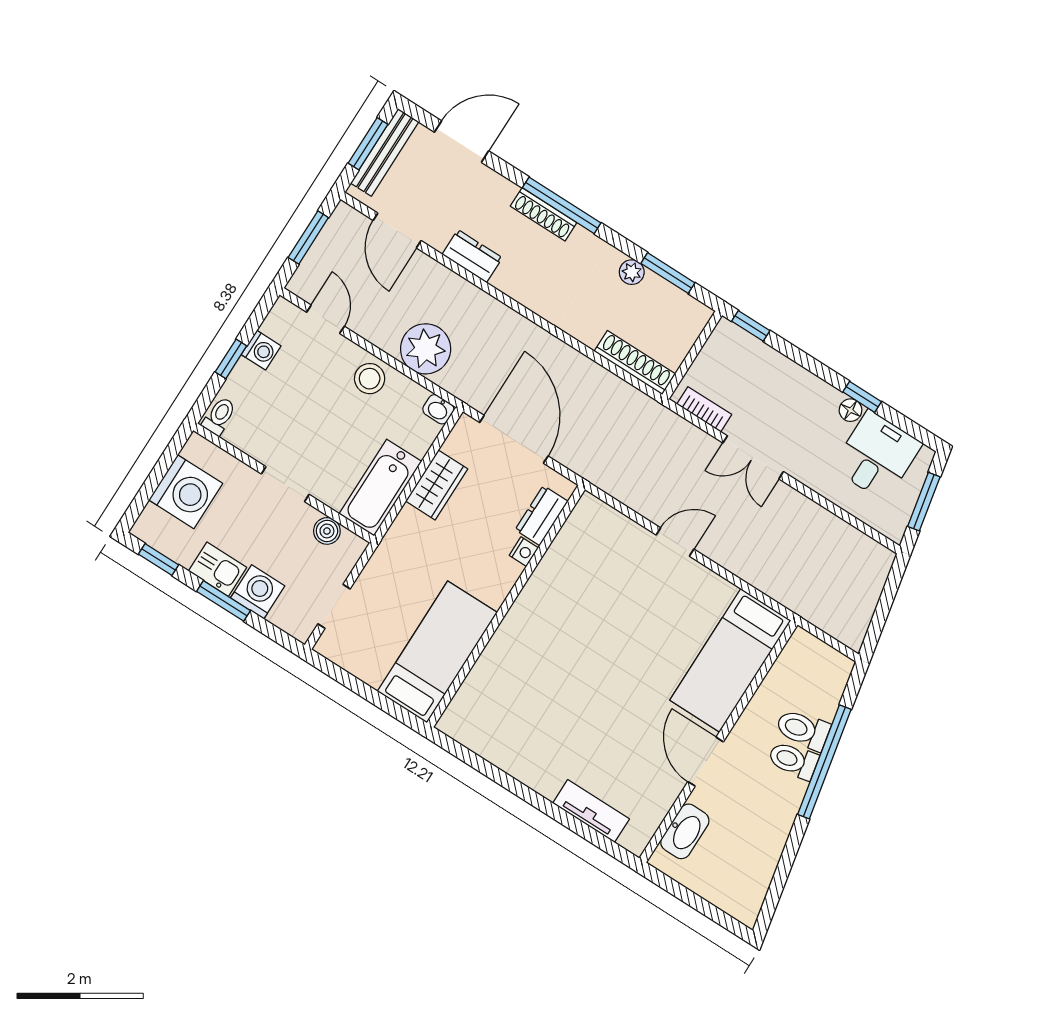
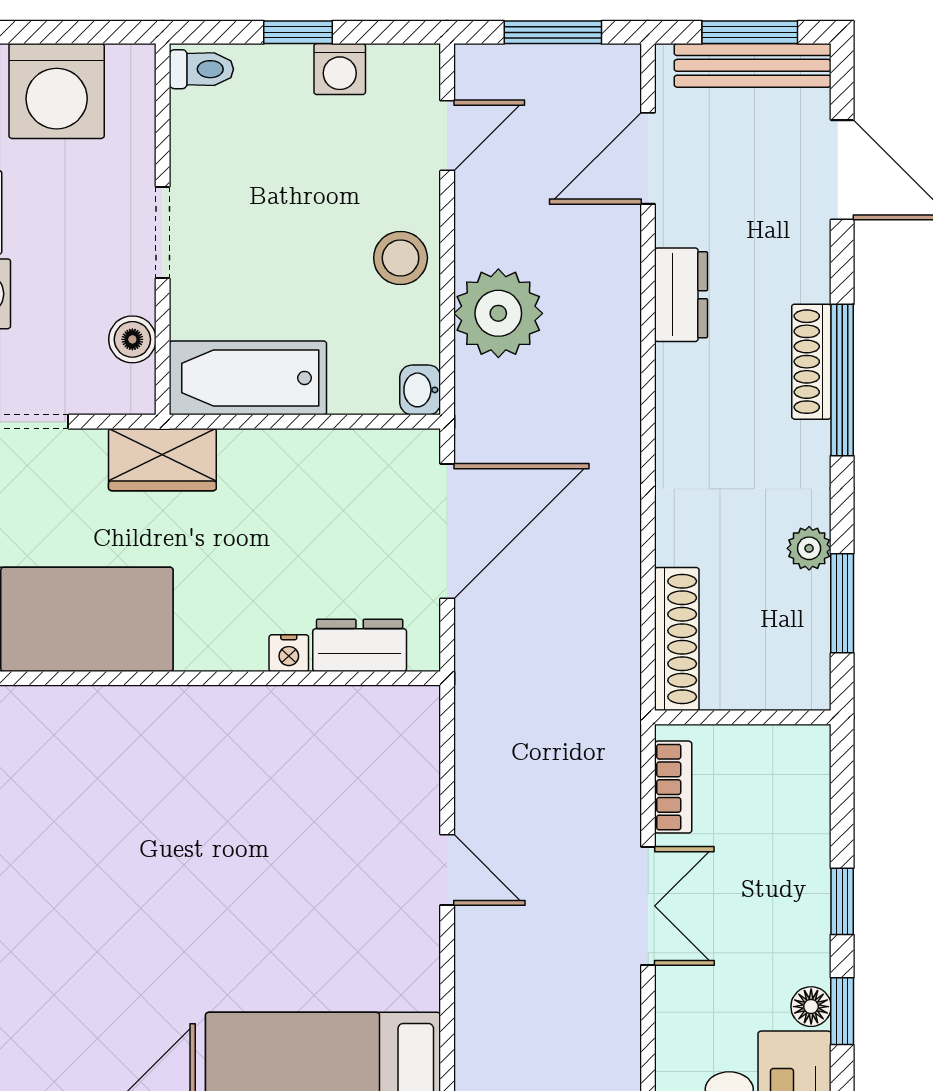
window: (751, 326) -> (842, 901), moved
double door: (753, 457) -> (648, 906), swing flipped
wardrobe: (437, 485) -> (162, 460), moved

